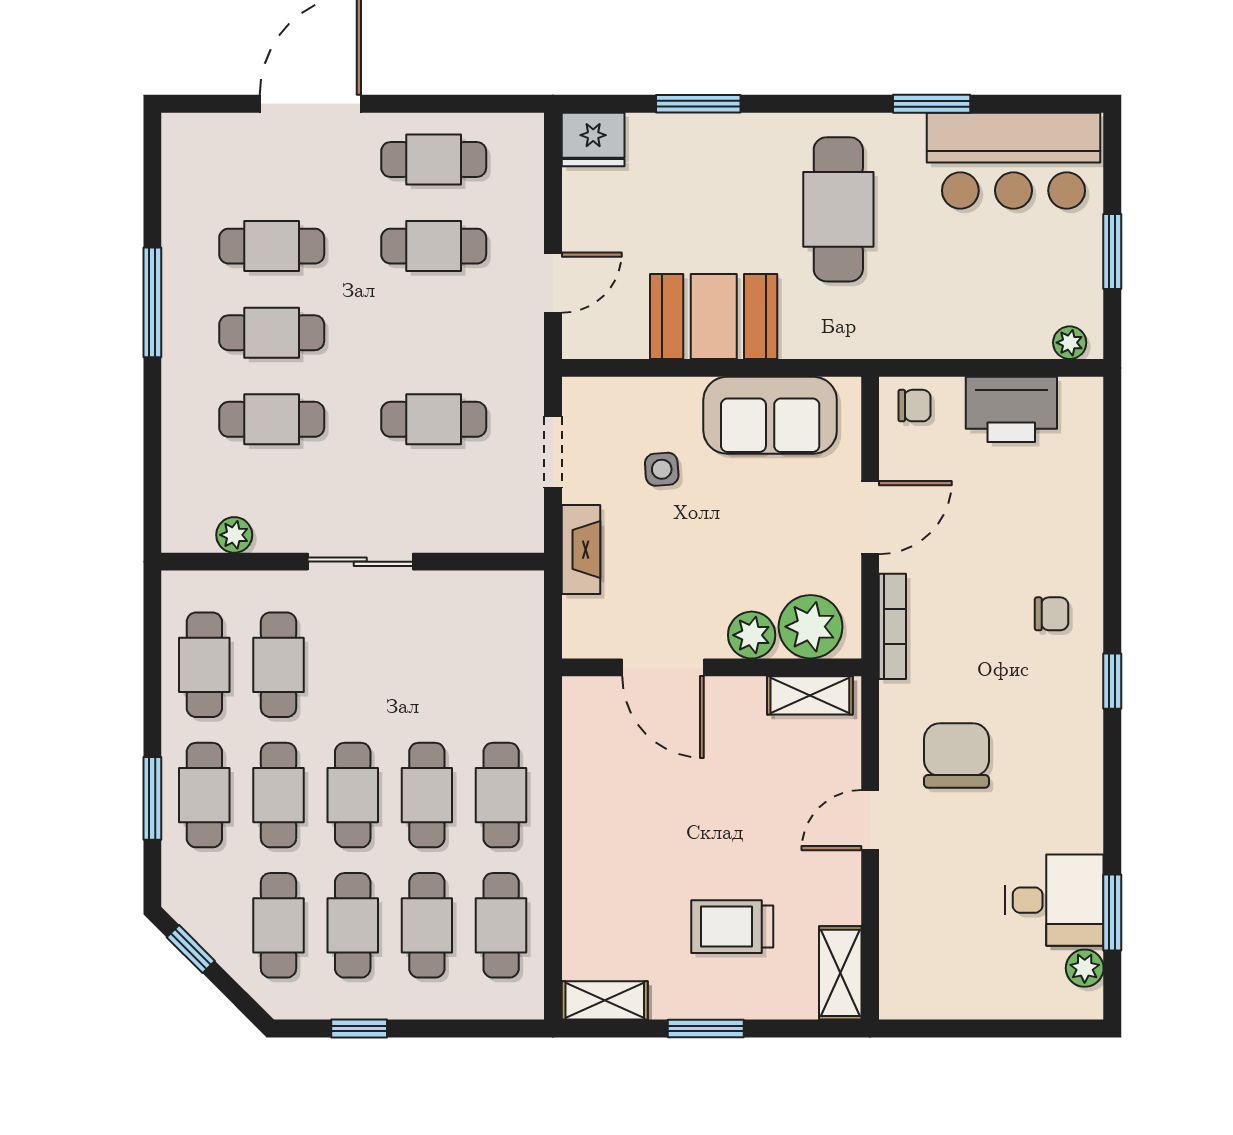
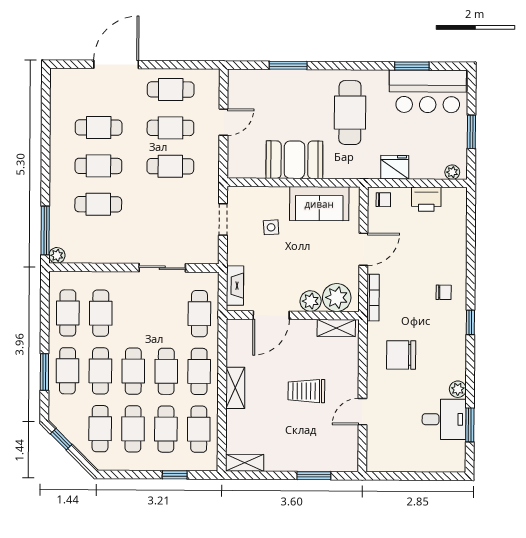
window: (932, 104) -> (412, 66), moved
fridge: (593, 139) -> (395, 167), moved, turned 180
door: (553, 283) -> (223, 122), moved
window: (152, 302) -> (45, 230), moved
printer: (1011, 409) -> (426, 199), width x0.73, depth x0.84
cafe table: (434, 419) -> (170, 166), moved
plant: (234, 535) -> (57, 255), moved
fireplace: (581, 550) -> (235, 286), moved
sliding door: (360, 562) -> (162, 268), moved
cafe table: (501, 665) -> (199, 314), added
door: (663, 667) -> (271, 315), hinge flipped
chair: (956, 755) -> (401, 355), turned -90
door: (870, 820) -> (363, 412), moved
trolley: (732, 927) -> (306, 391), moved
plant: (1085, 968) -> (458, 389), moved
shelving: (840, 973) -> (235, 388), moved
window: (359, 1028) -> (175, 475), moved
window: (706, 1028) -> (314, 476), moved

